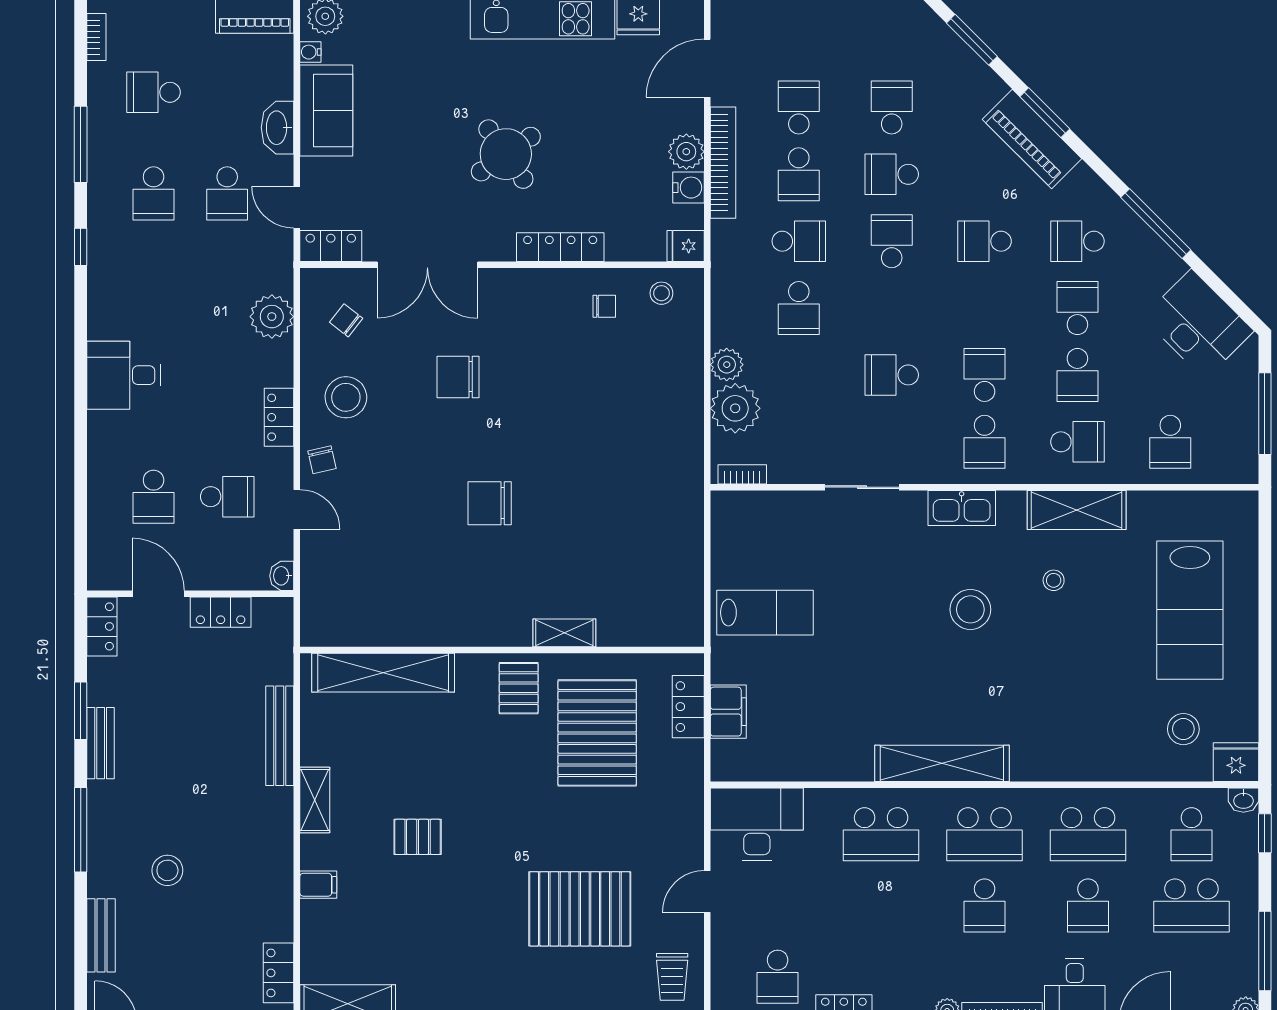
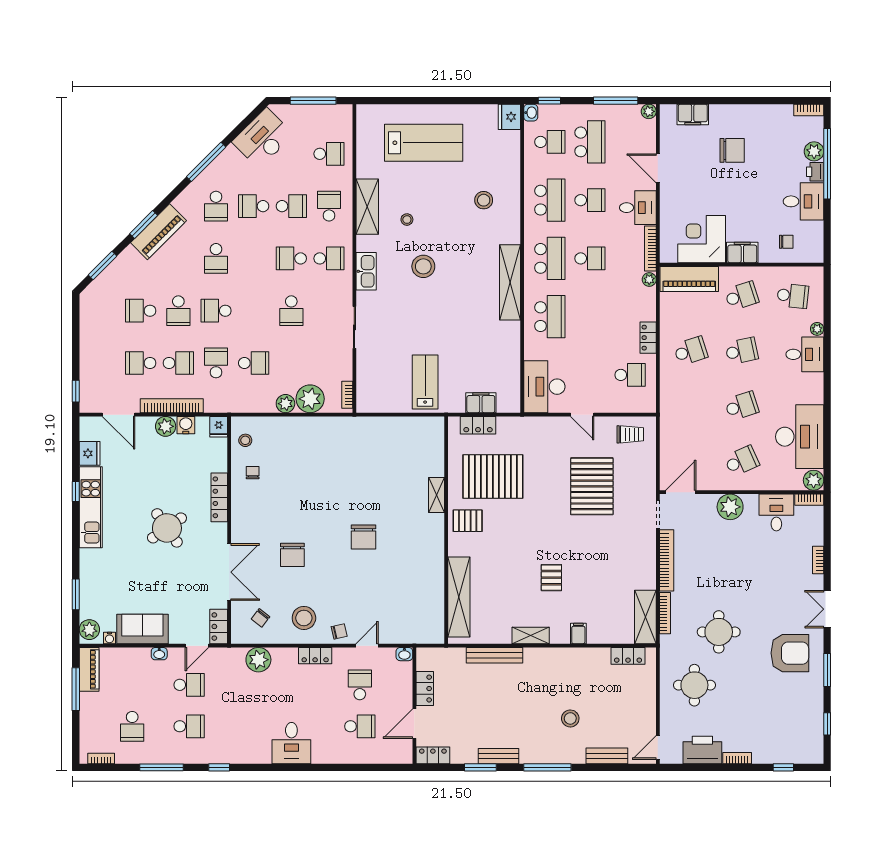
washbasin: (278, 128) -> (159, 654), width x0.52, depth x0.69
stool: (1183, 729) -> (484, 200), moved

